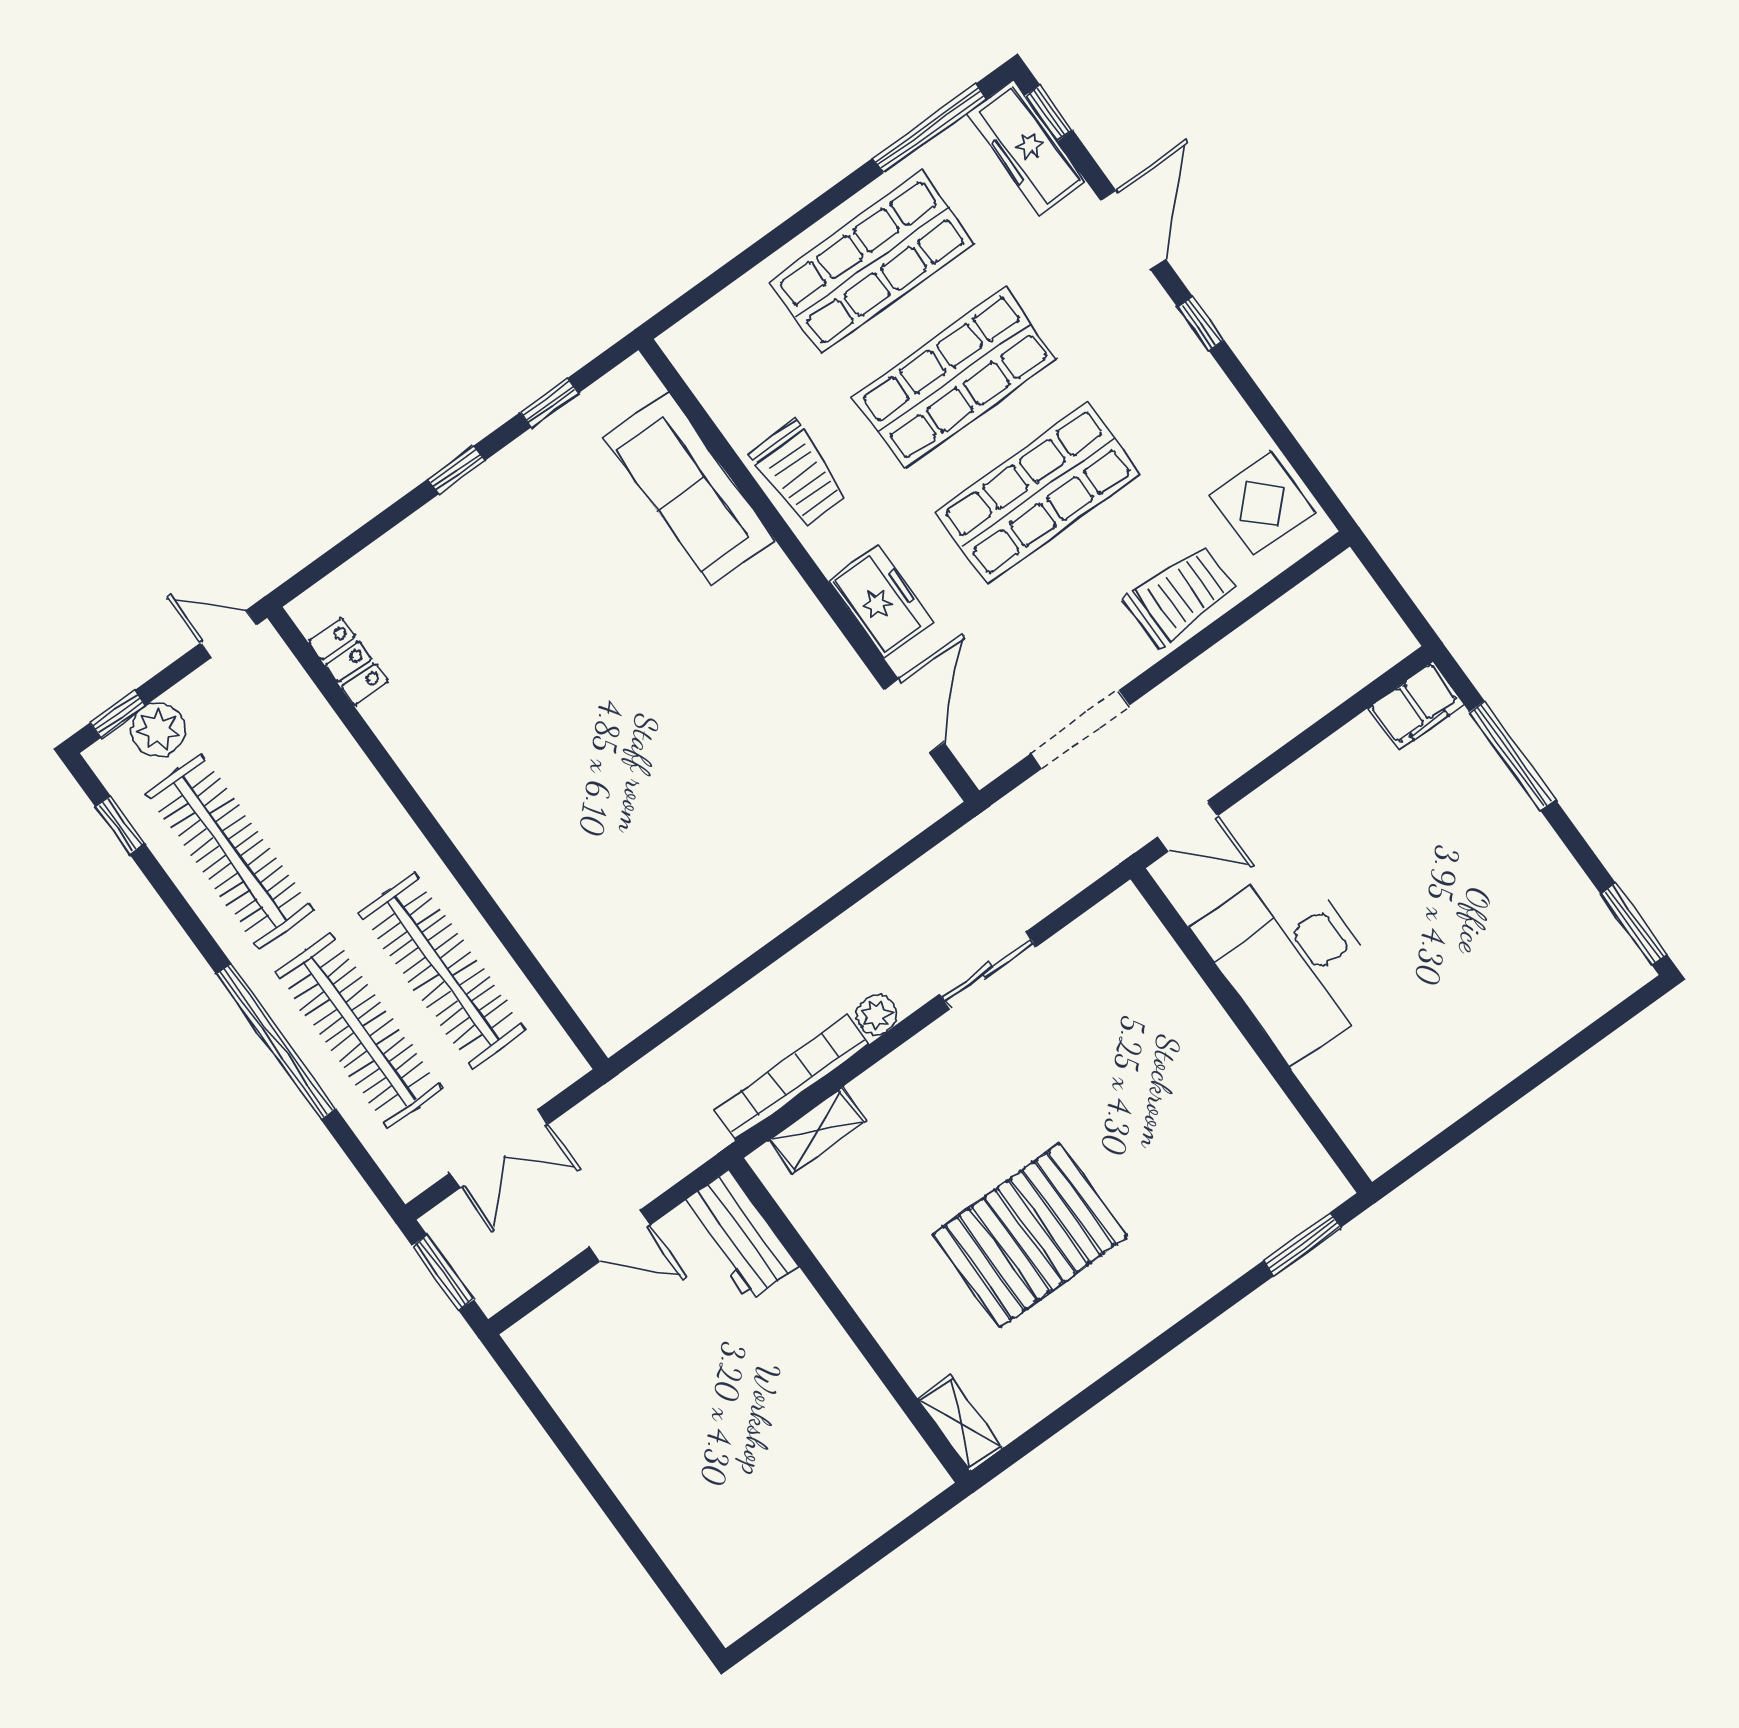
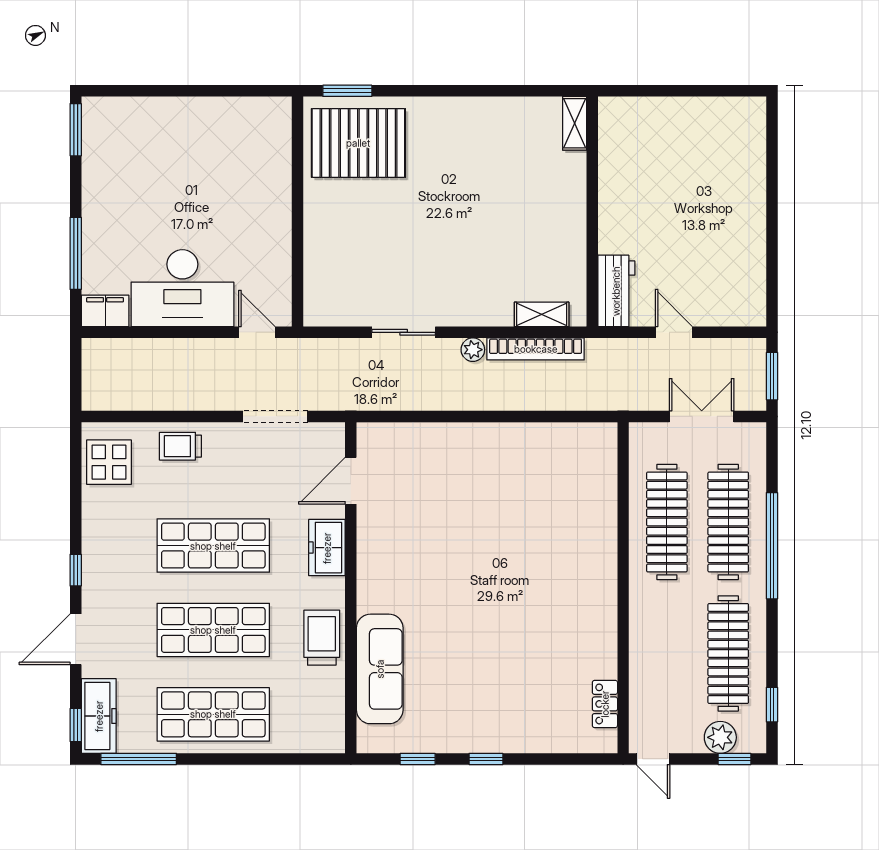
trolley: (1180, 596) -> (180, 446), width x0.73, depth x0.72
desk: (1292, 961) -> (182, 288), moved, turned 90
pallet: (1030, 1235) -> (358, 143), moved

